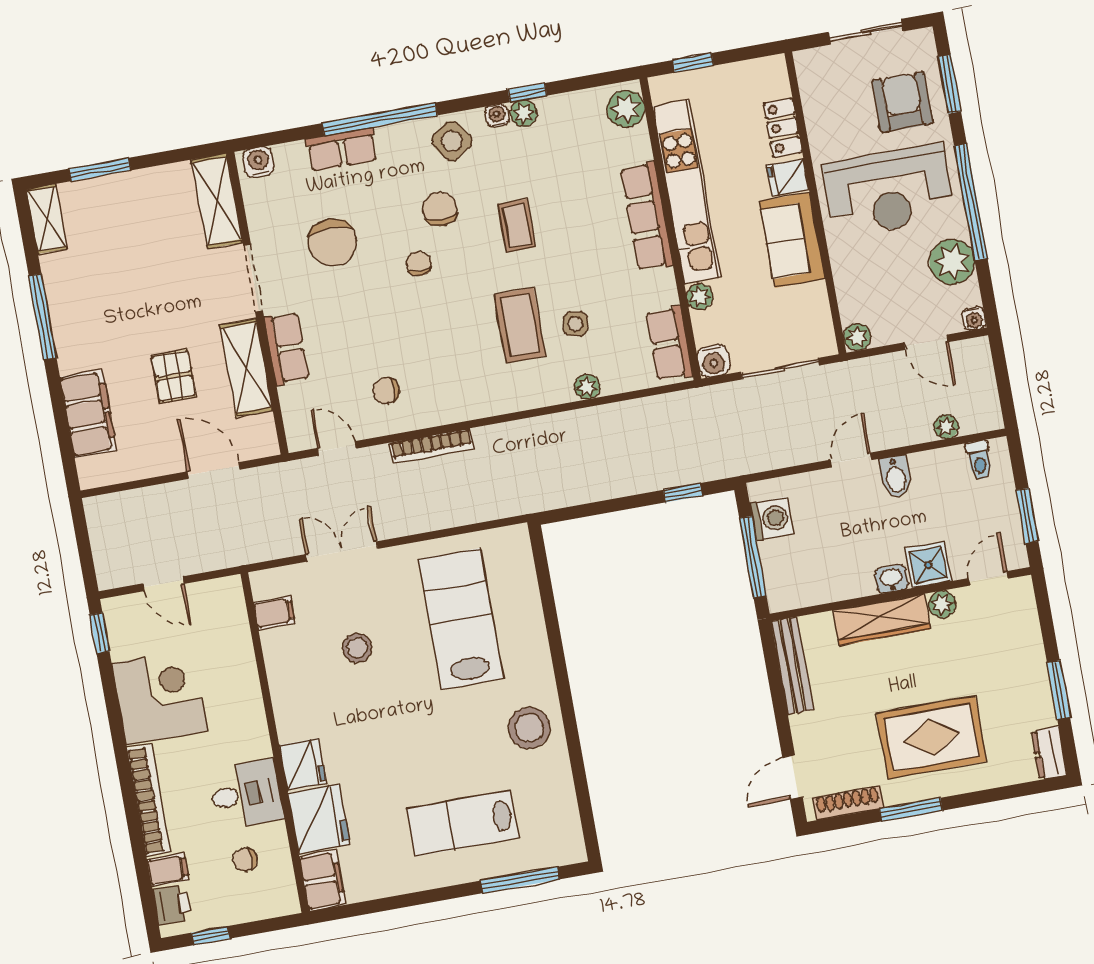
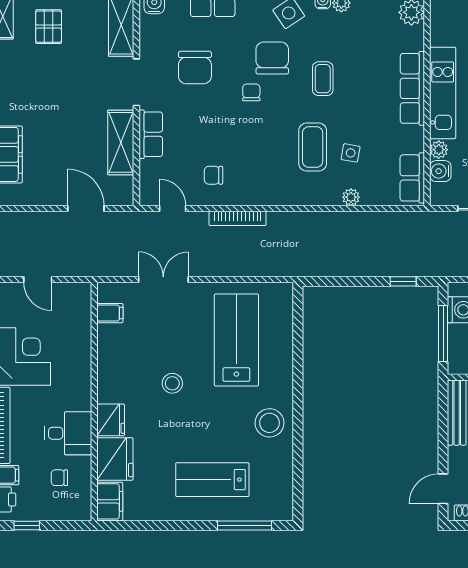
kitchen unit: (687, 192) -> (443, 93), width x0.73
chair: (440, 209) -> (272, 58), width x1.37, depth x1.37
water cooler: (714, 361) -> (440, 171), moved, turned 90
pallet: (174, 376) -> (49, 27), moved
stool: (357, 648) -> (172, 383), moved

